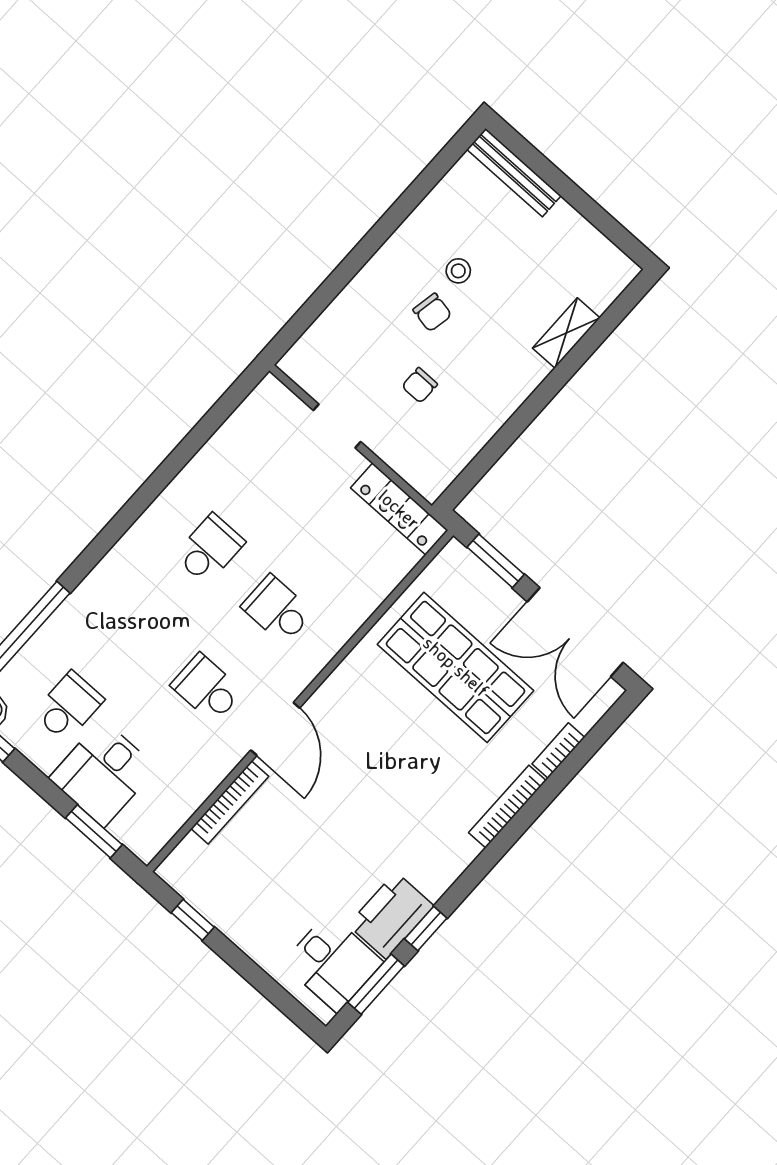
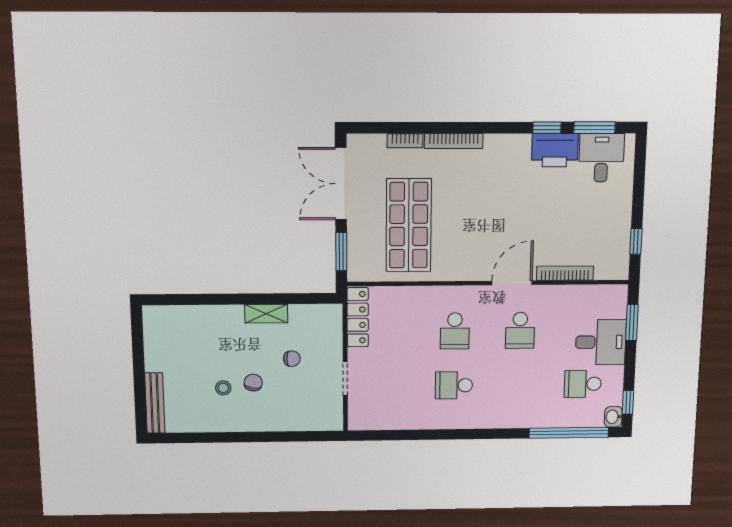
shelving: (566, 333) -> (266, 314), moved
double door: (575, 632) -> (341, 184), swing flipped

